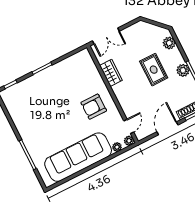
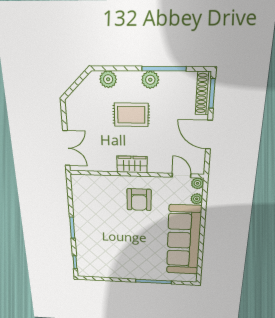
wardrobe: (111, 73) -> (132, 164), moved

